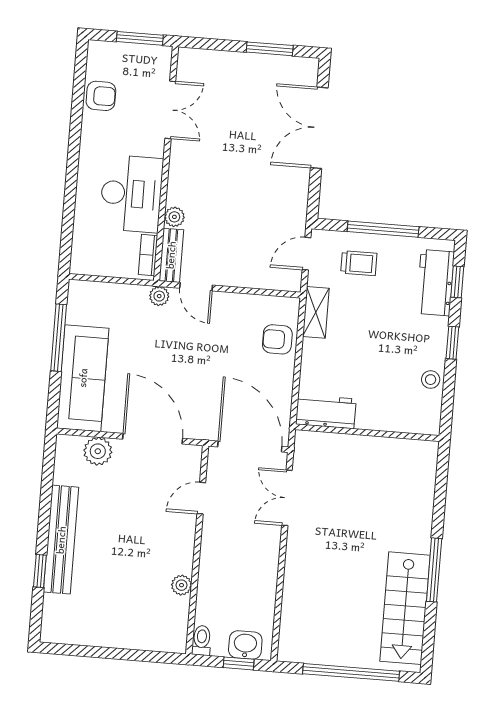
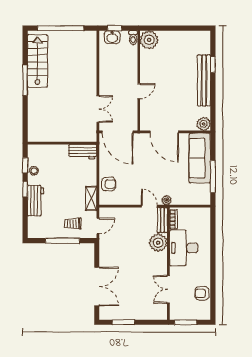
plant: (174, 217) -> (158, 243), width x1.88, depth x1.88
window: (457, 282) -> (25, 165), moved
workbench: (435, 283) -> (36, 201), moved
plant: (98, 451) -> (204, 124), moved
door: (201, 498) -> (139, 91), moved
plant: (181, 585) -> (149, 40), moved, width x1.87, depth x1.87

